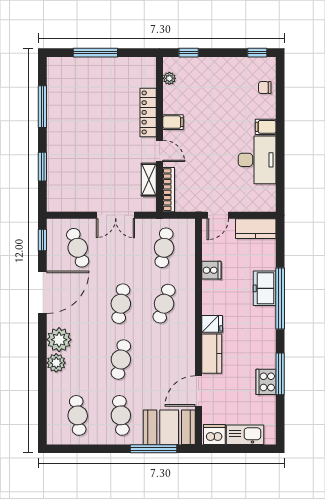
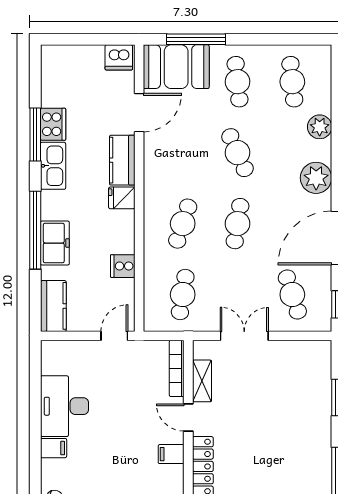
kitchen counter: (256, 229) -> (53, 306), moved, turned 90
cafe table: (121, 360) -> (238, 153), turned -36
plant: (56, 363) -> (320, 127), moved
kitchen sink: (245, 435) -> (53, 166), moved, turned -90

